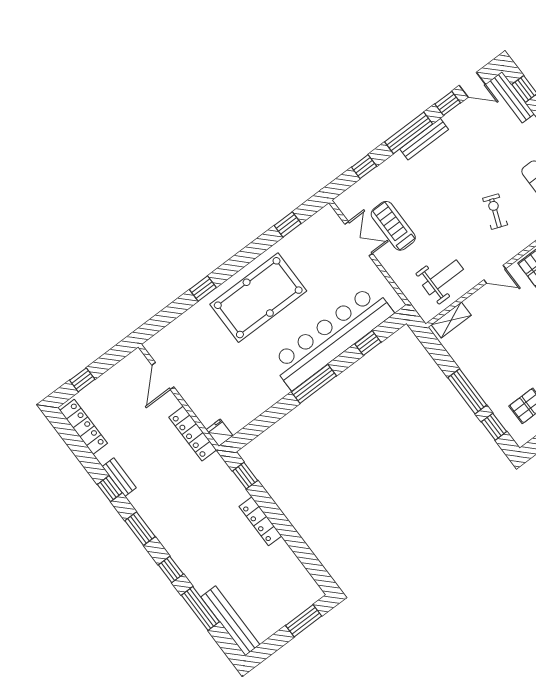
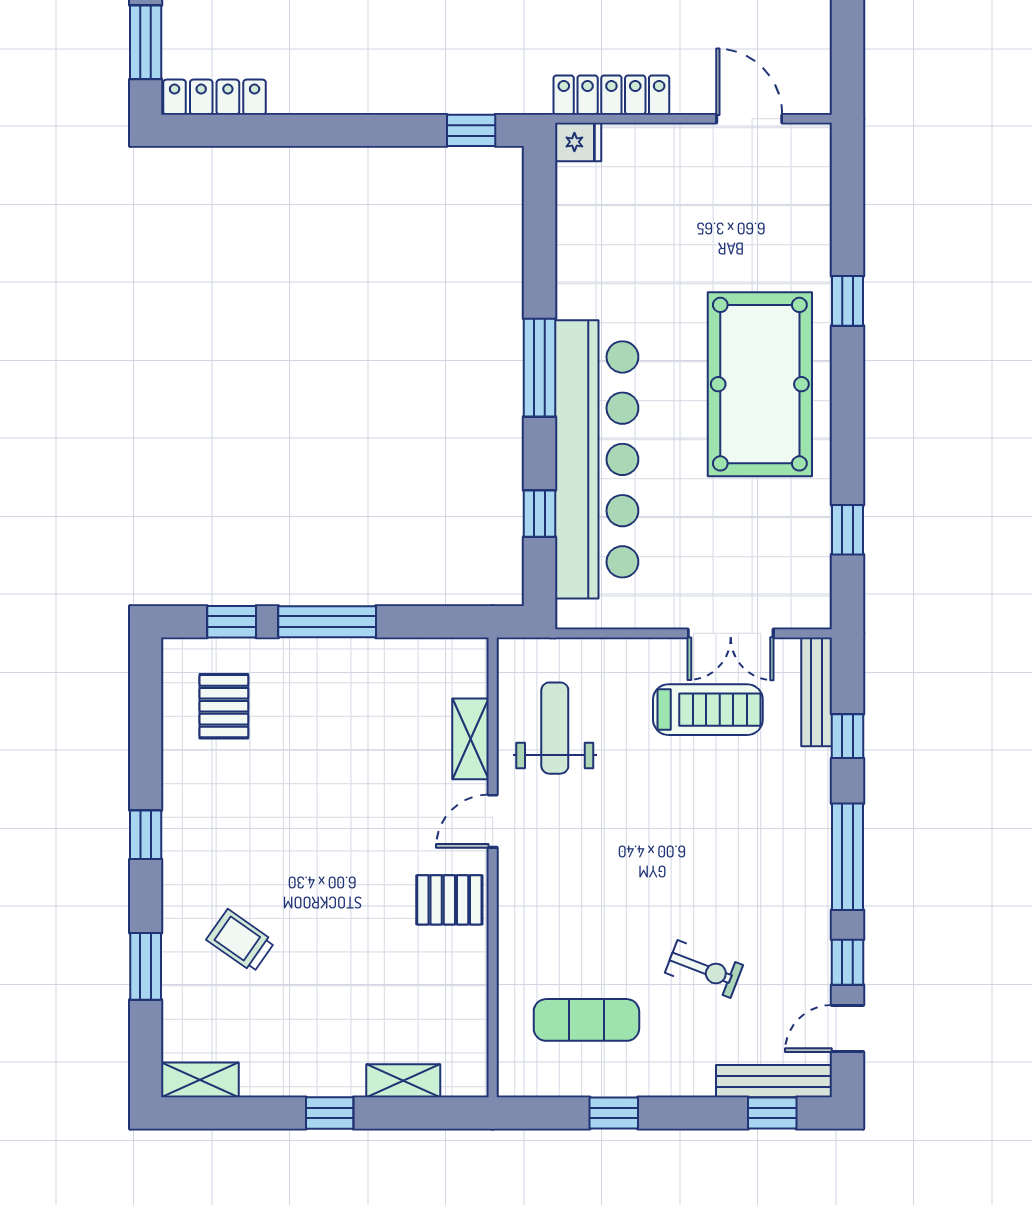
bench: (424, 139) -> (817, 692), moved
exercise bike: (495, 212) -> (704, 969), moved
weight bench: (443, 277) -> (555, 728), turned 180
shelving: (451, 320) -> (471, 739), moved
locker: (260, 521) -> (215, 97), moved

